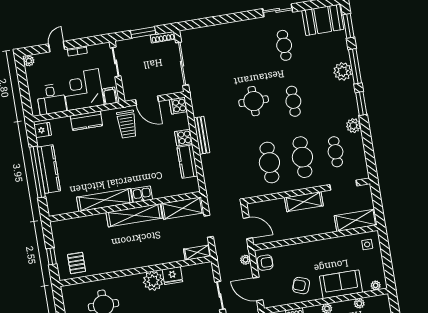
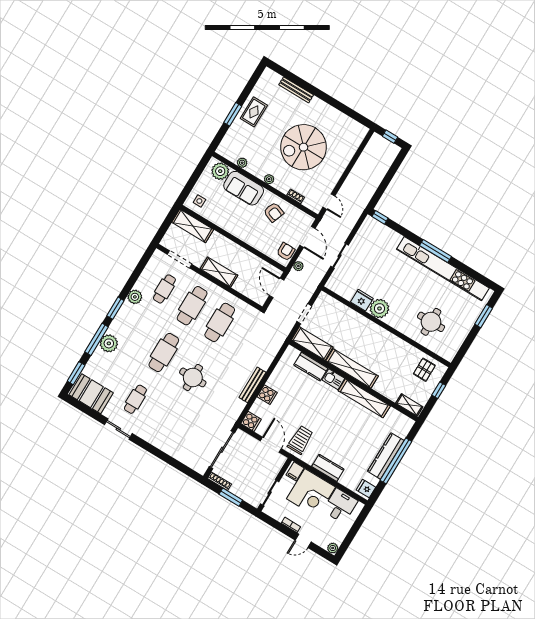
cafe table: (293, 101) -> (164, 352), width x1.37, depth x1.35
kitchen counter: (187, 162) -> (311, 367), moved, turned 90
shelving: (197, 253) -> (409, 405), moved
armchair: (265, 263) -> (286, 252), turned 90
plant: (376, 285) -> (220, 171), width x1.87, depth x1.87

